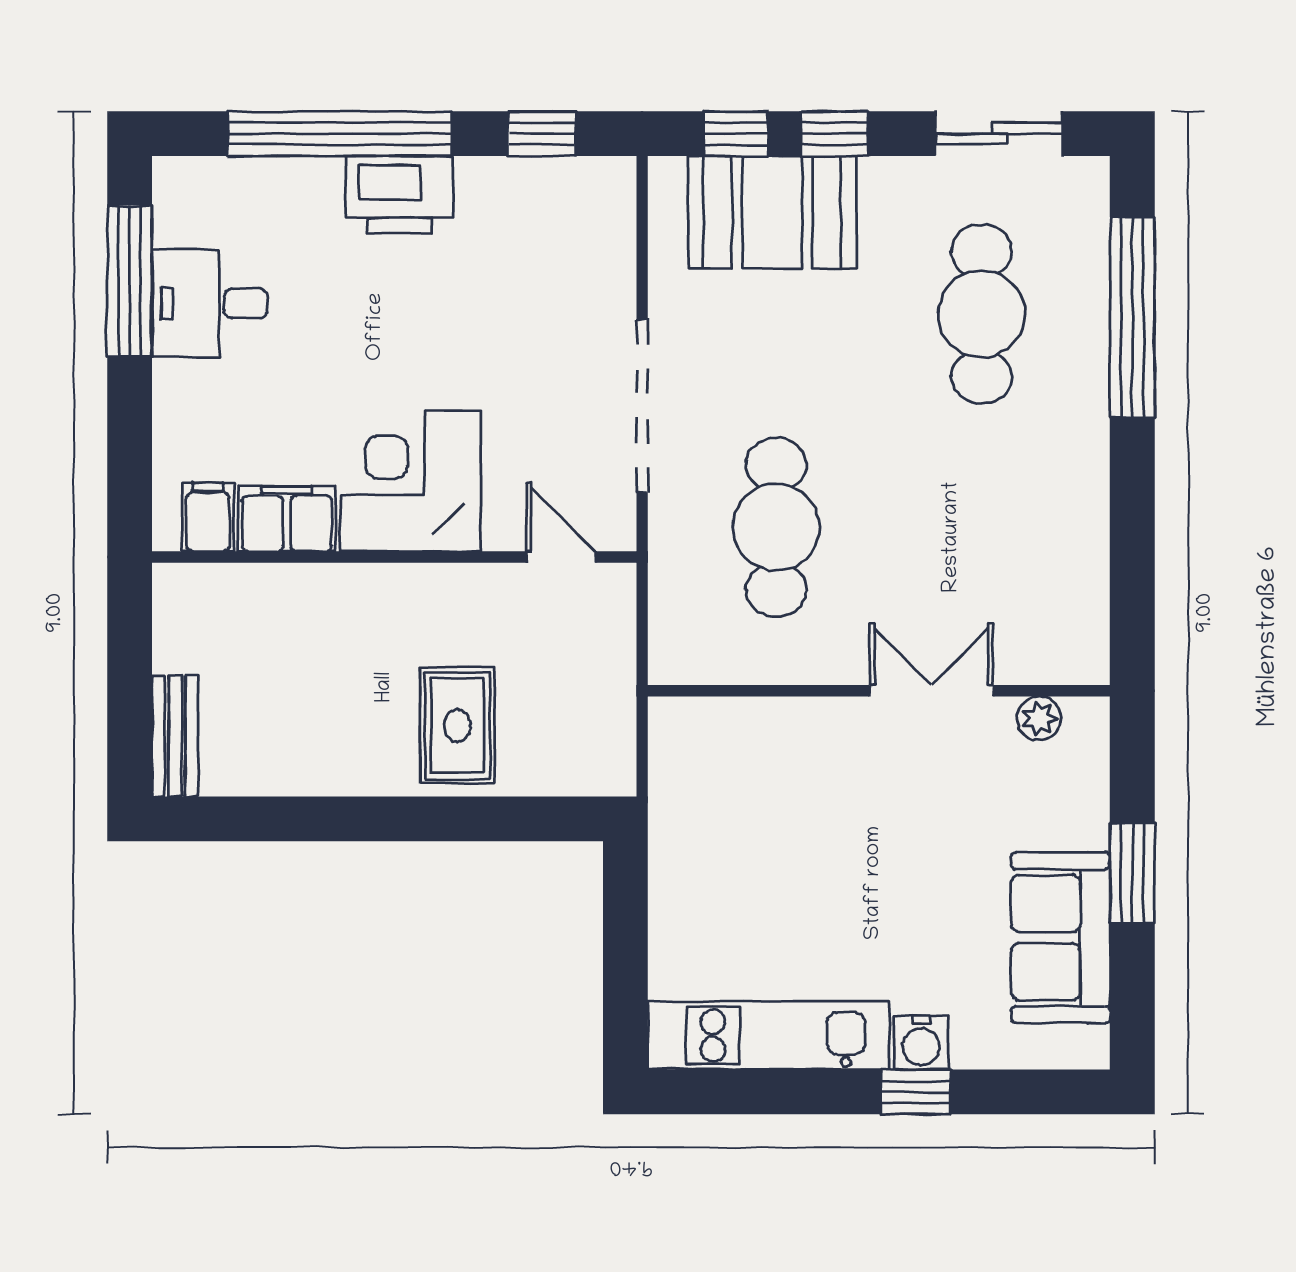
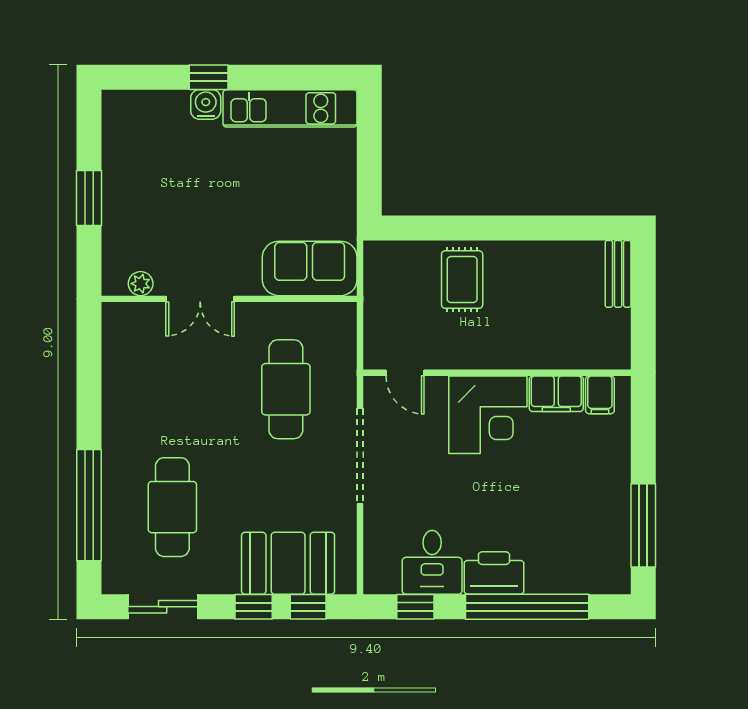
desk: (210, 303) -> (432, 562), moved, turned 90
sofa: (1061, 938) -> (310, 268), moved, turned -90

